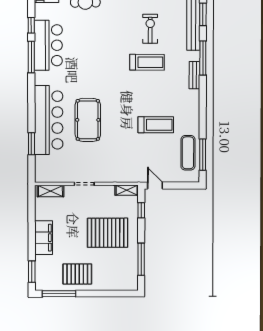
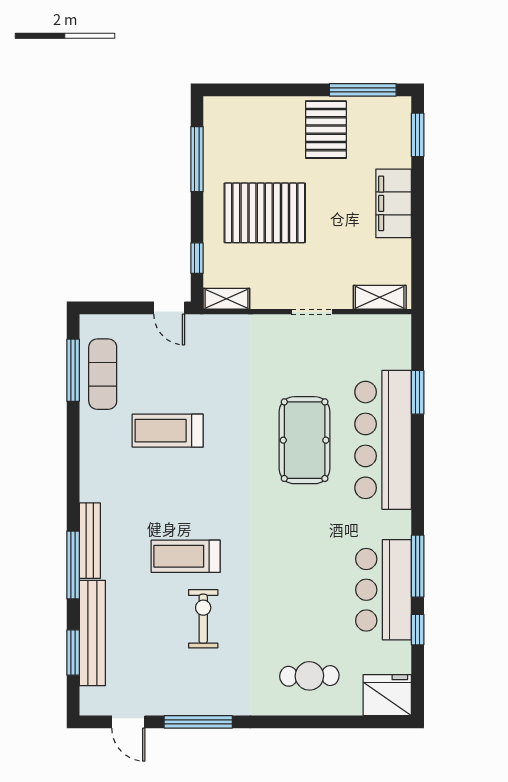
exercise bike: (150, 29) -> (203, 619), moved, turned 180
bench: (194, 75) -> (90, 541), width x1.36
pallet: (77, 274) -> (326, 130), turned 90

